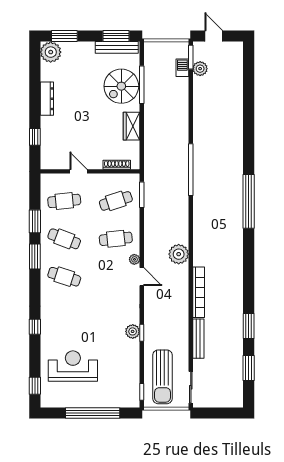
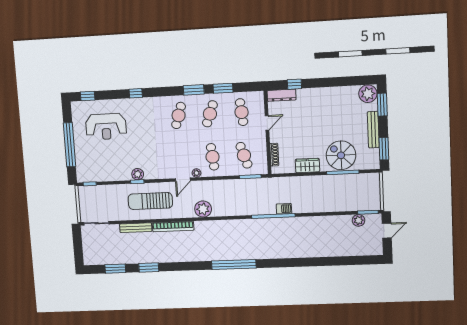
bench: (117, 47) -> (373, 130), moved
barbecue: (182, 68) -> (284, 209), moved
dresser: (47, 99) -> (282, 95), moved
window: (249, 201) -> (234, 265), moved
reception desk: (73, 366) -> (106, 127), turned 90
sun lounger: (162, 377) -> (150, 201), moved

